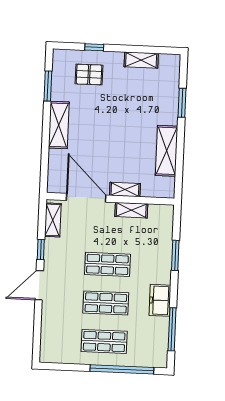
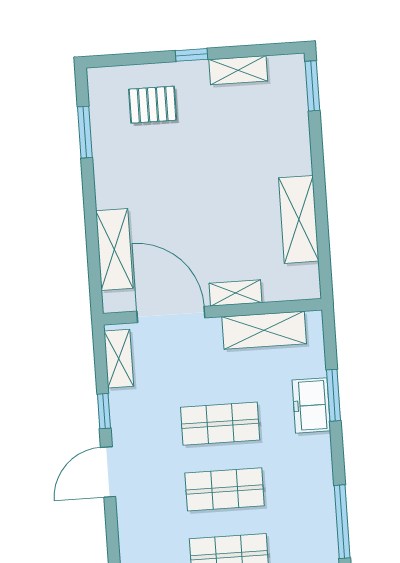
window: (94, 47) -> (191, 55), moved
window: (182, 103) -> (312, 86), moved
shelving: (59, 125) -> (114, 249), moved
shelving: (131, 210) -> (264, 330), width x1.50, depth x1.33
freezer: (160, 300) -> (311, 405), moved

